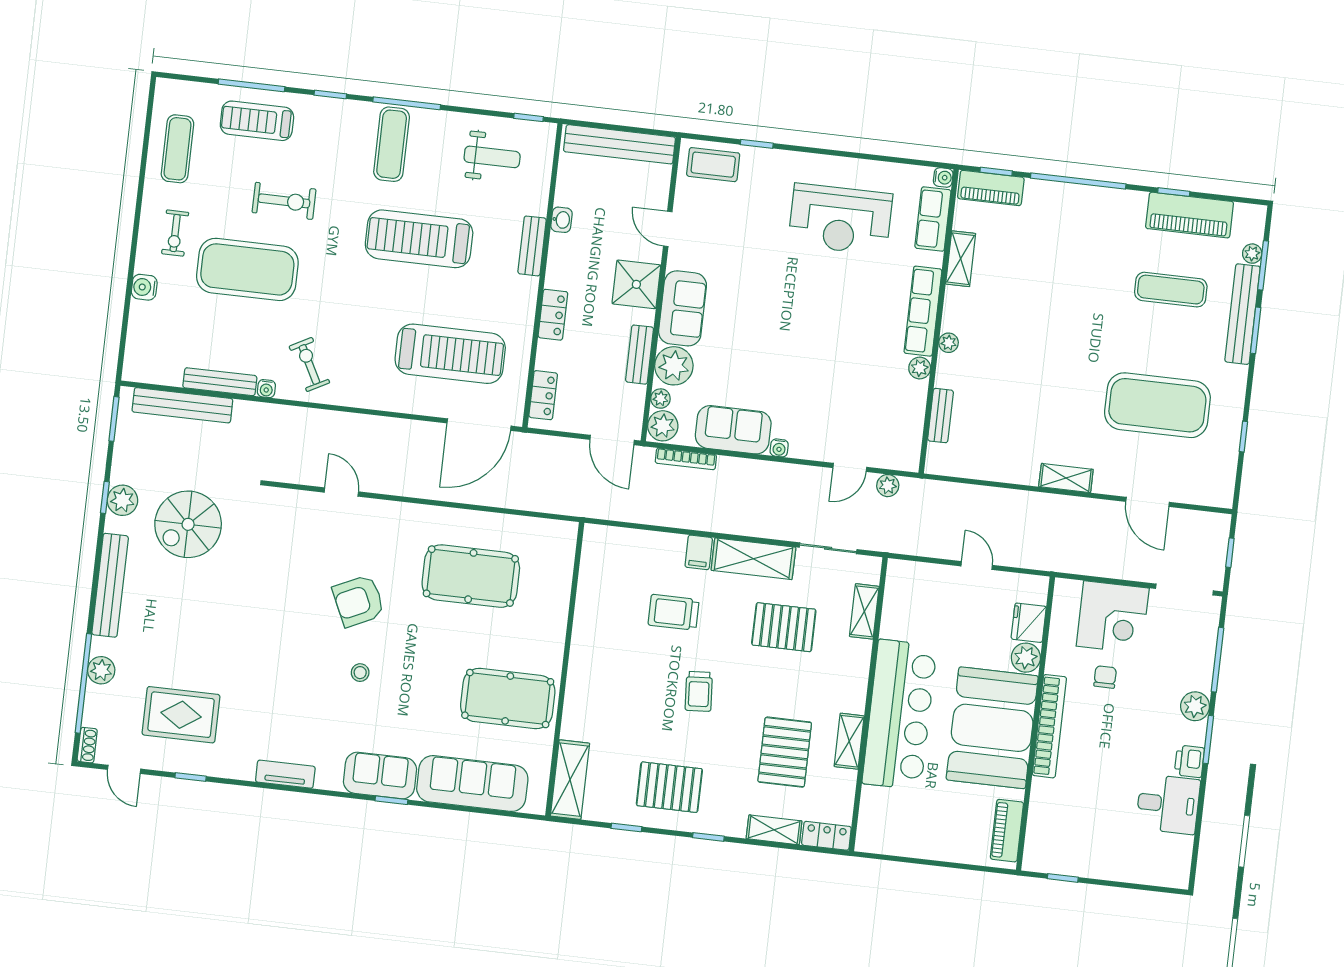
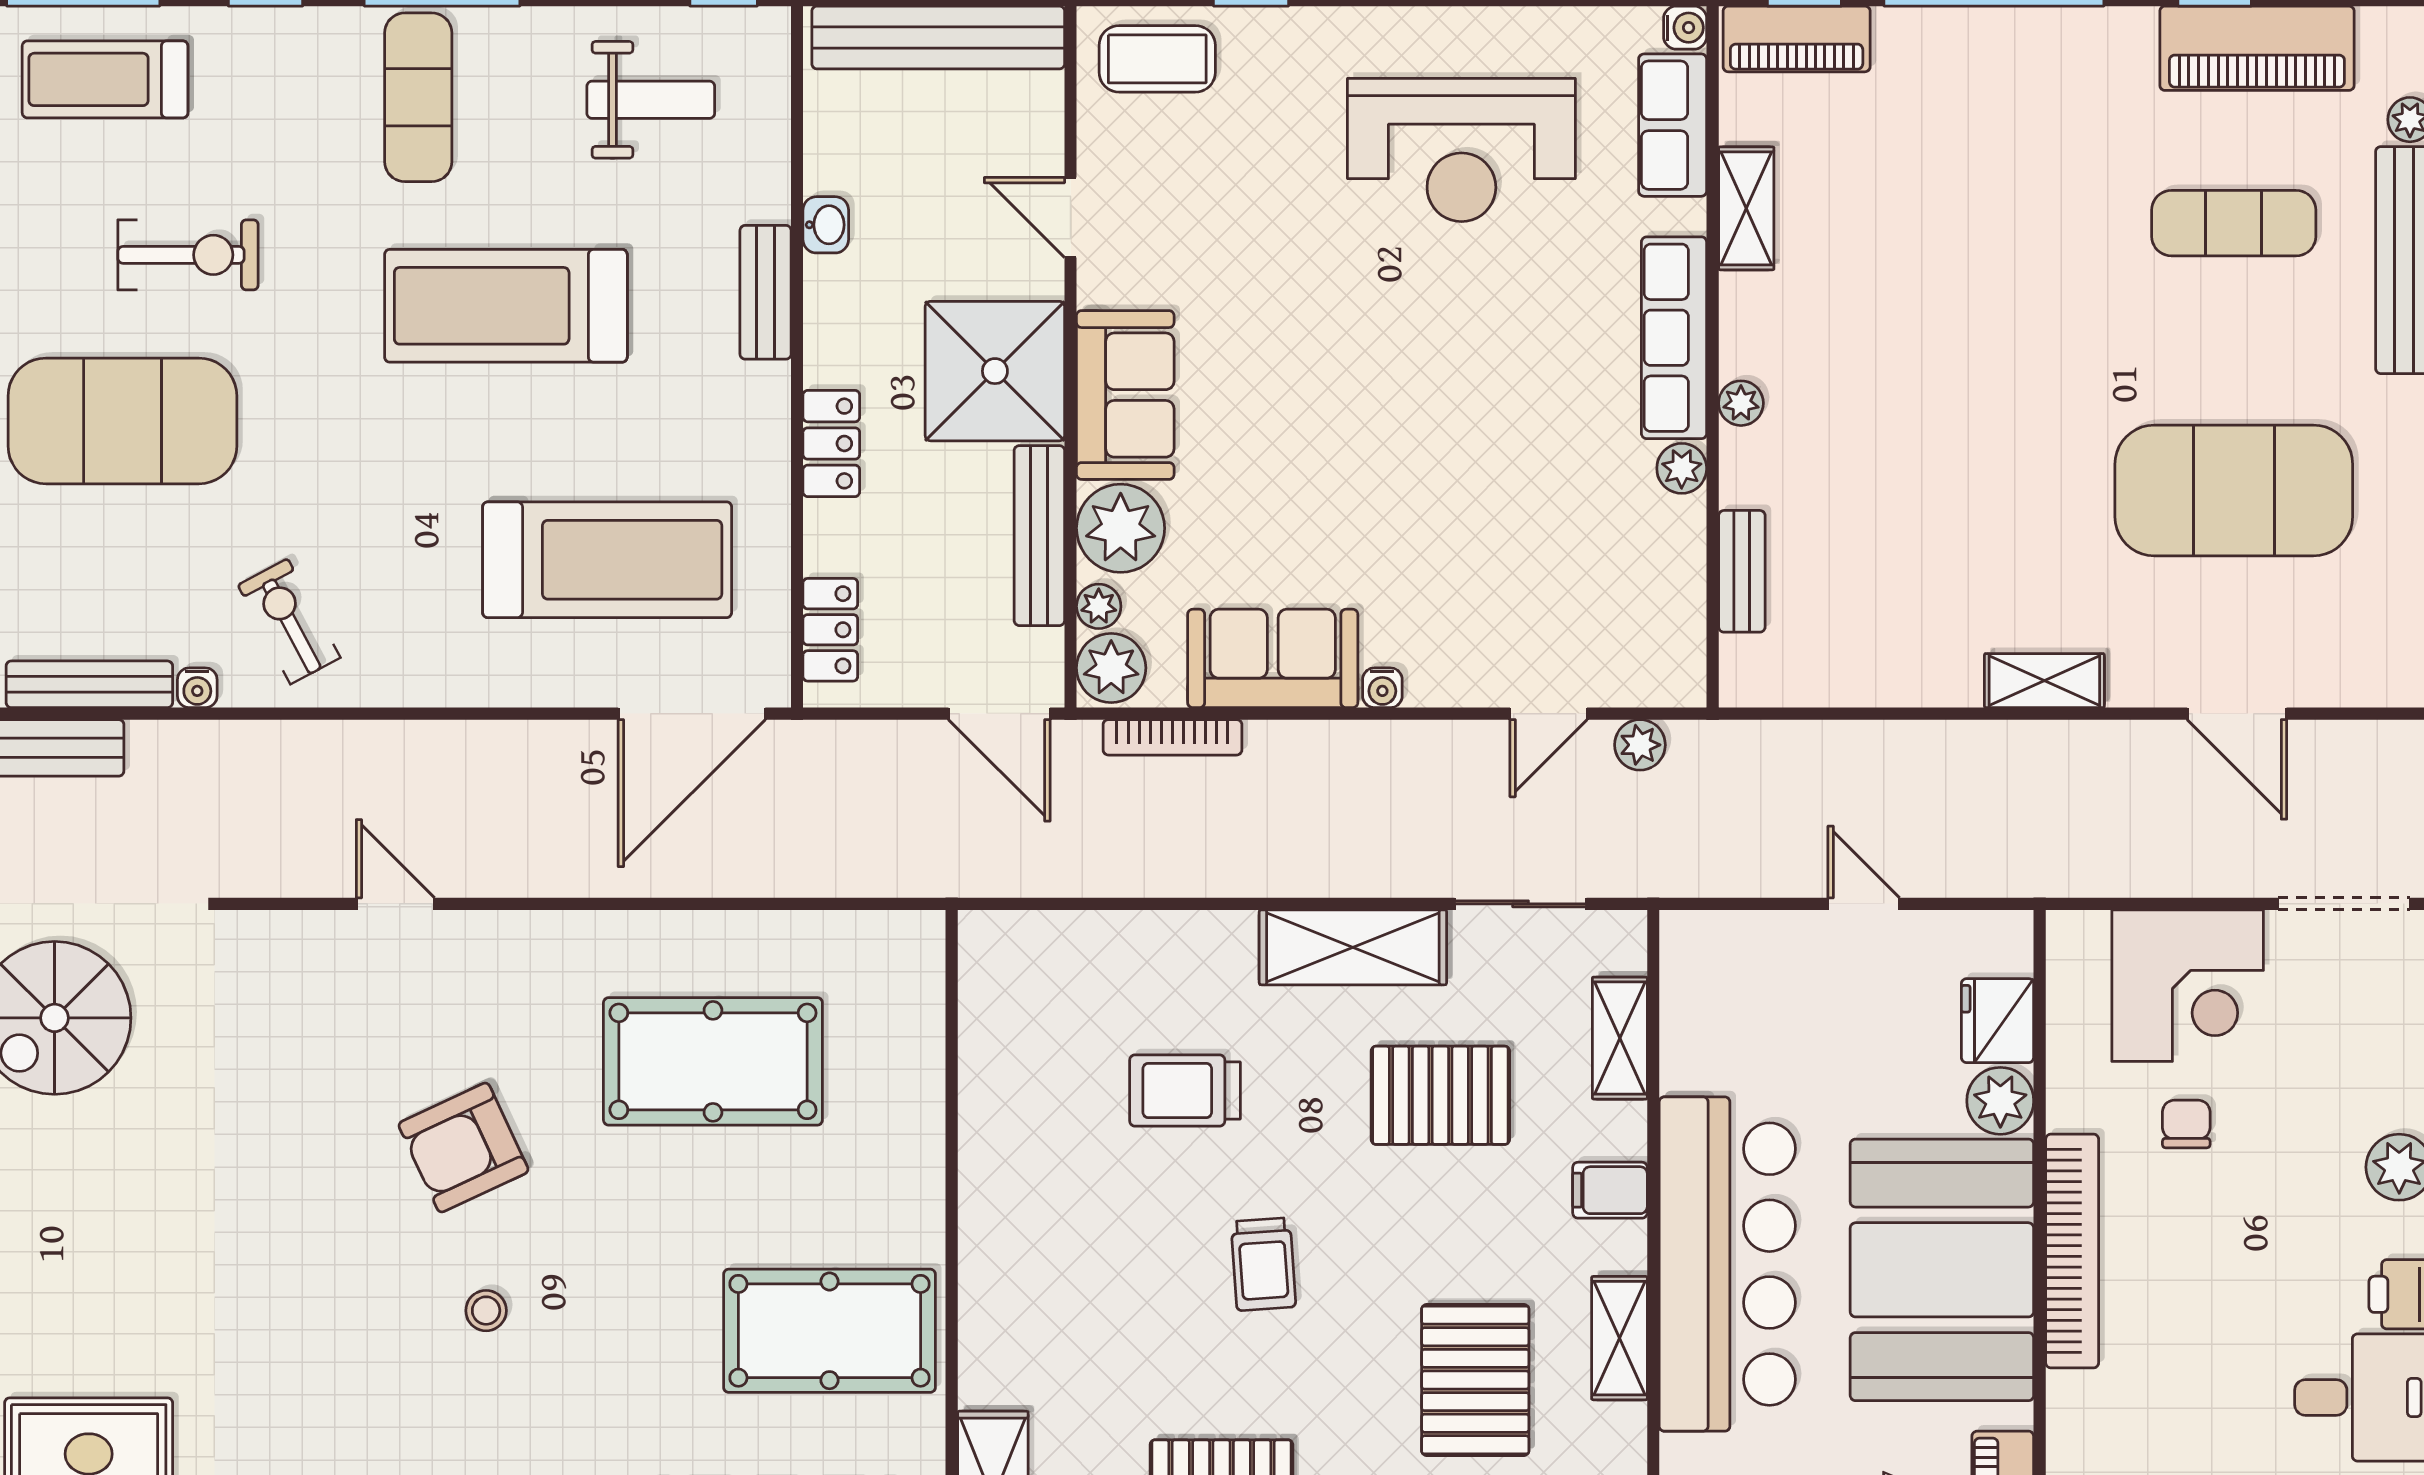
shower: (636, 284) -> (995, 371), width x1.37, depth x1.37
bench: (640, 355) -> (1039, 536), width x1.36
filing cabinet: (699, 552) -> (1610, 1190), moved, turned 90

